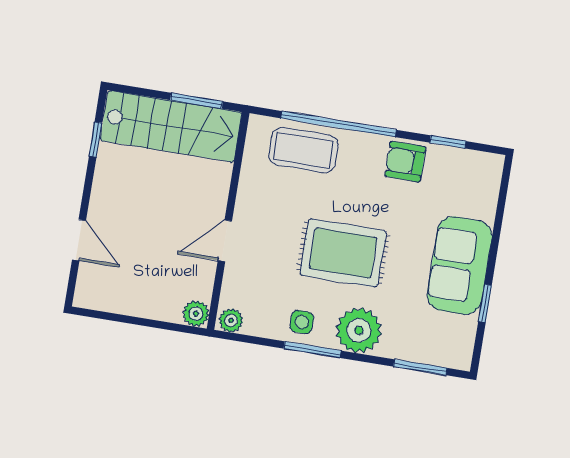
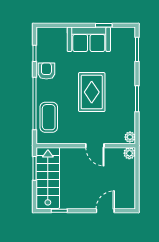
armchair: (405, 162) -> (46, 71), turned 180
side table: (302, 322) -> (125, 105), removed
plant: (359, 330) -> (125, 79), removed

